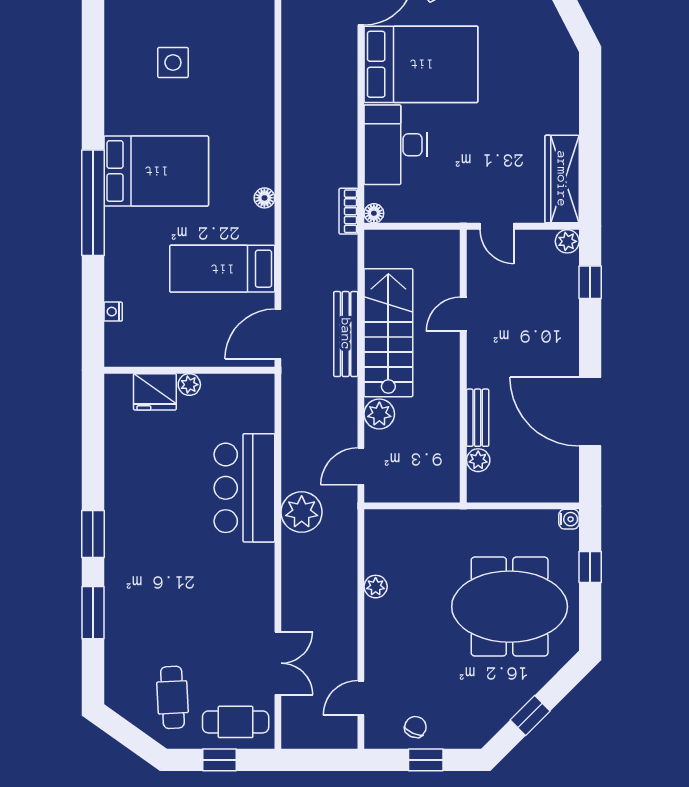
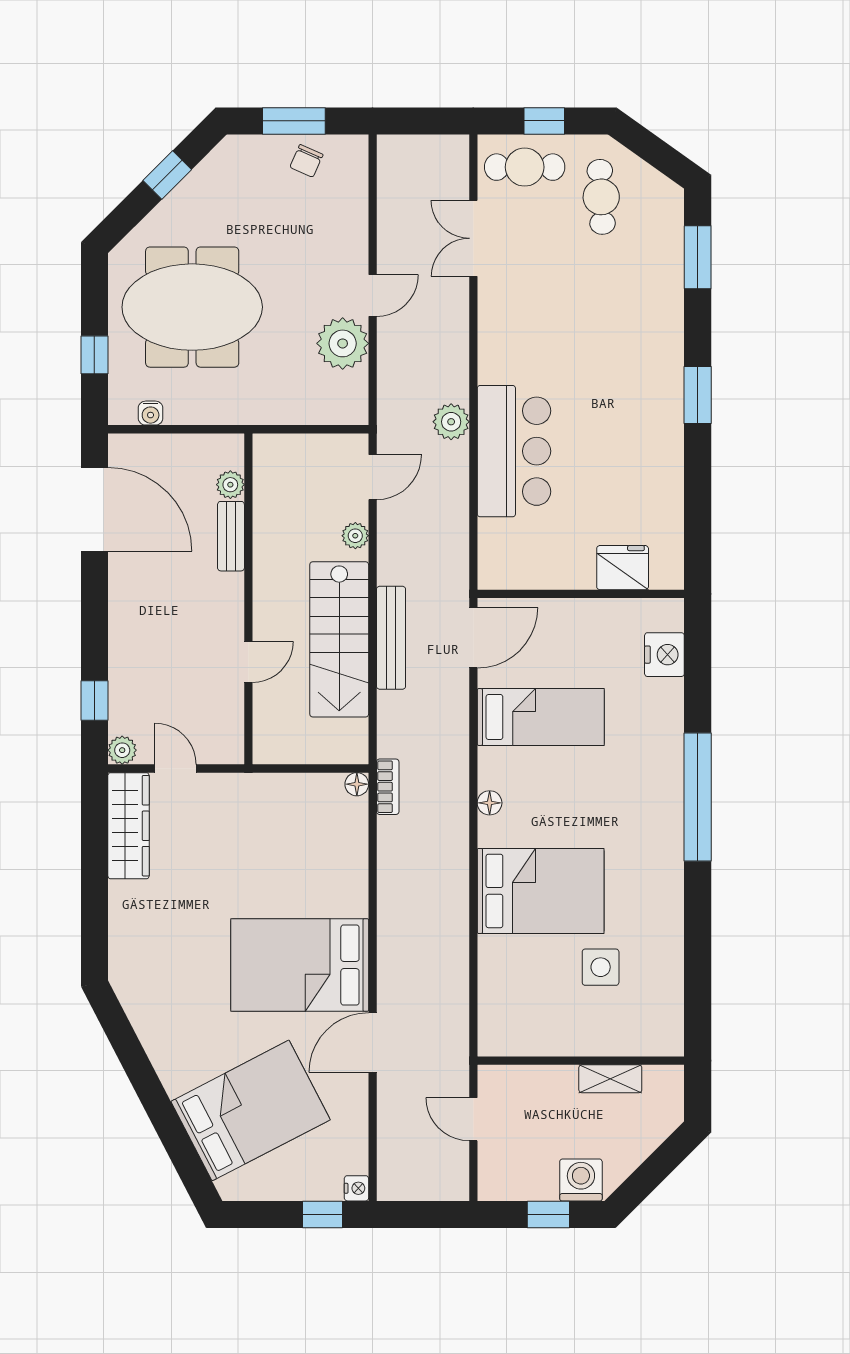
desk: (396, 145) -> (330, 867), removed
bed: (156, 171) -> (541, 891), moved, turned 180
door: (497, 226) -> (175, 768), moved
nightstand: (113, 312) -> (664, 655), width x1.89, depth x1.79
plant: (189, 385) -> (581, 576), removed
door: (590, 412) -> (94, 509), moved
plant: (379, 414) -> (355, 536), width x0.73, depth x0.73
plant: (302, 512) -> (451, 422), width x0.73, depth x0.73
water cooler: (569, 519) -> (151, 413), moved, turned -90
plant: (376, 587) -> (343, 343), width x1.88, depth x1.88
window: (93, 613) -> (698, 257), moved
door: (361, 698) -> (373, 295), moved
window: (426, 760) -> (294, 121), width x1.50

